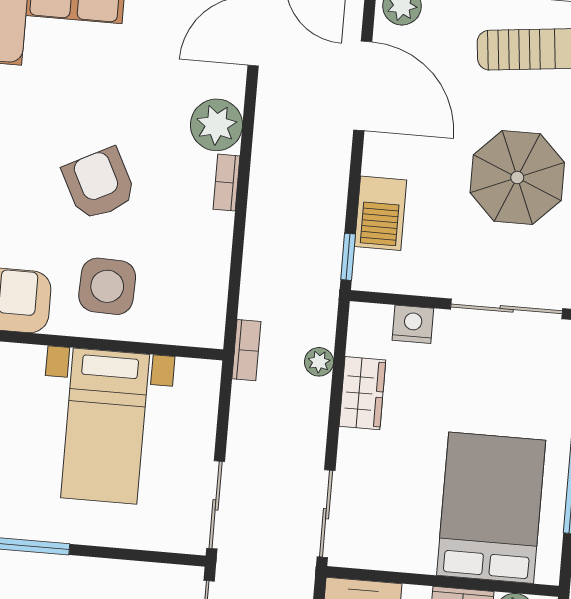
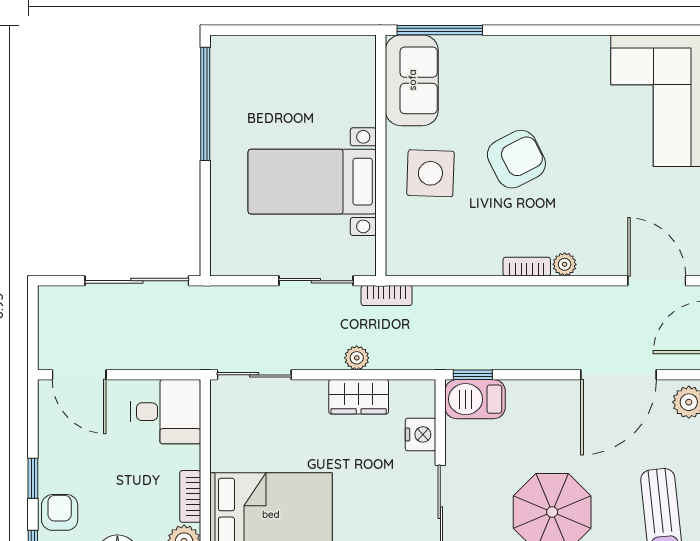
plant: (217, 125) -> (565, 264), width x0.53, depth x0.53
barbecue: (381, 213) -> (475, 399), moved
plant: (319, 362) -> (357, 358), moved
sliding door: (216, 505) -> (316, 281), moved

